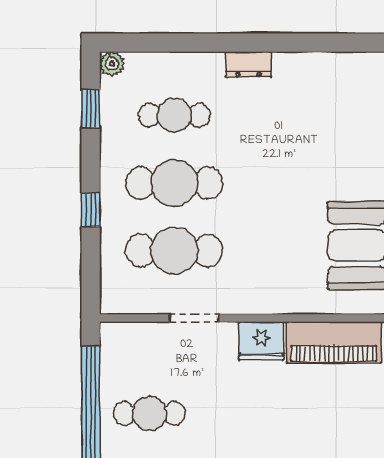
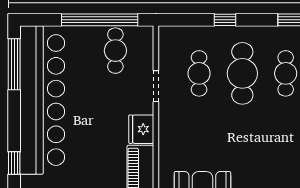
cafe table: (174, 251) -> (199, 73), width x0.73, depth x0.74
cafe table: (149, 413) -> (115, 51), moved

